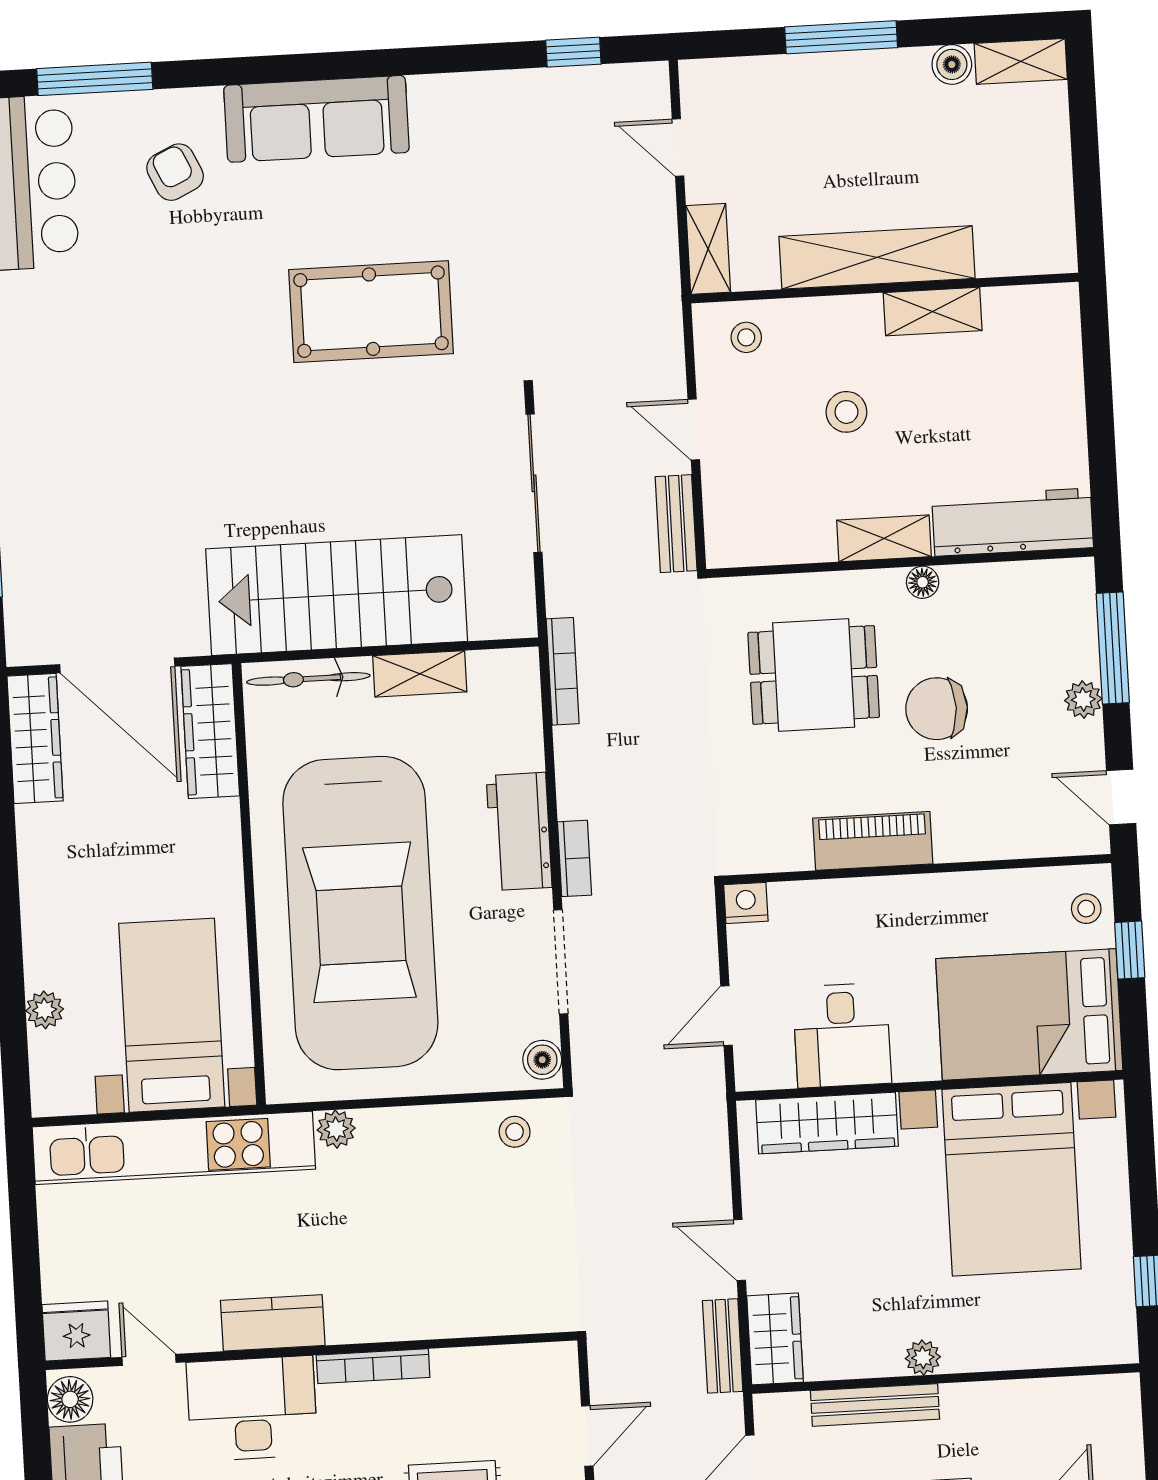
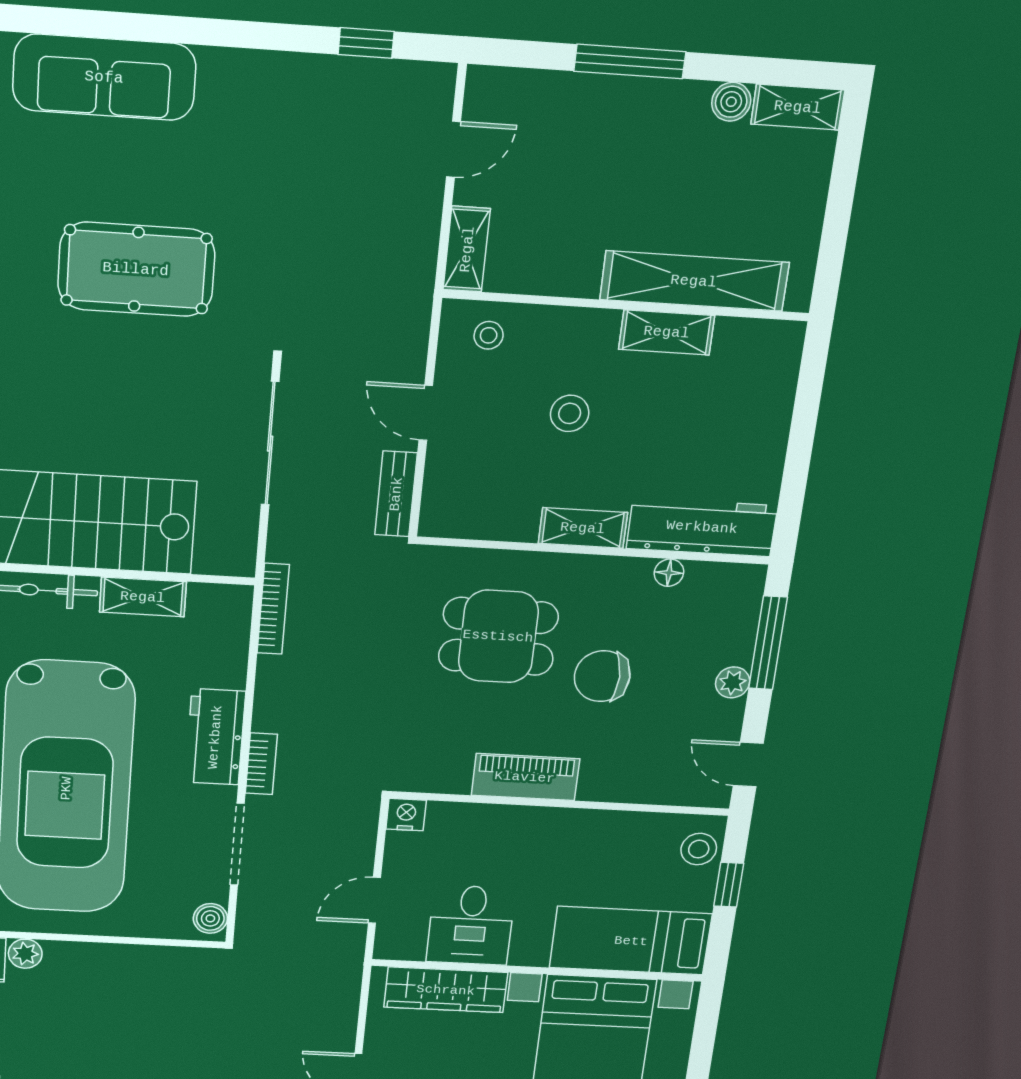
door: (678, 147) -> (453, 149), swing flipped
shelving: (877, 257) -> (694, 281), moved
floor lamp: (923, 582) -> (669, 573), moved
stool: (1086, 909) -> (699, 849), width x1.37, depth x1.37
bed: (1029, 1014) -> (631, 941), width x0.67
stool: (515, 1132) -> (179, 971), removed

